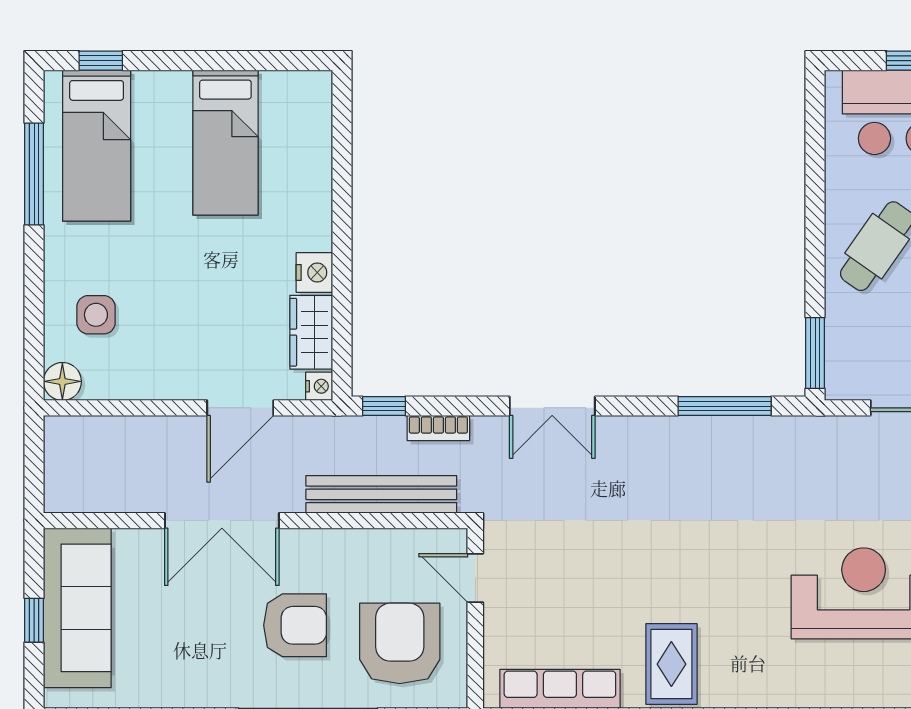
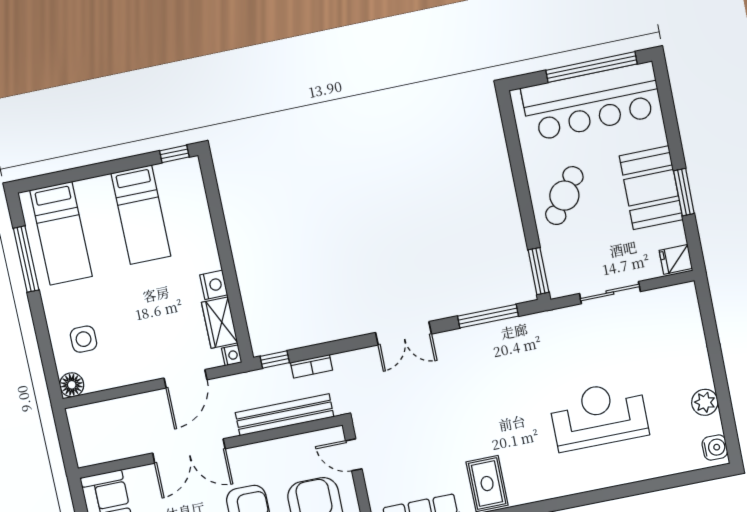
window: (101, 61) -> (174, 154), moved
double door: (552, 406) -> (404, 333), moved

